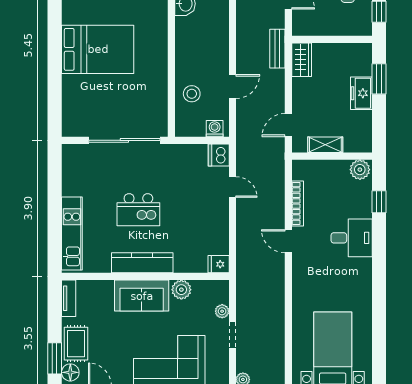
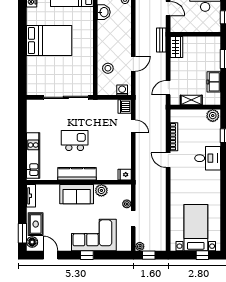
freezer: (361, 93) -> (214, 82), moved
kitchen island: (138, 210) -> (75, 141), turned 180

